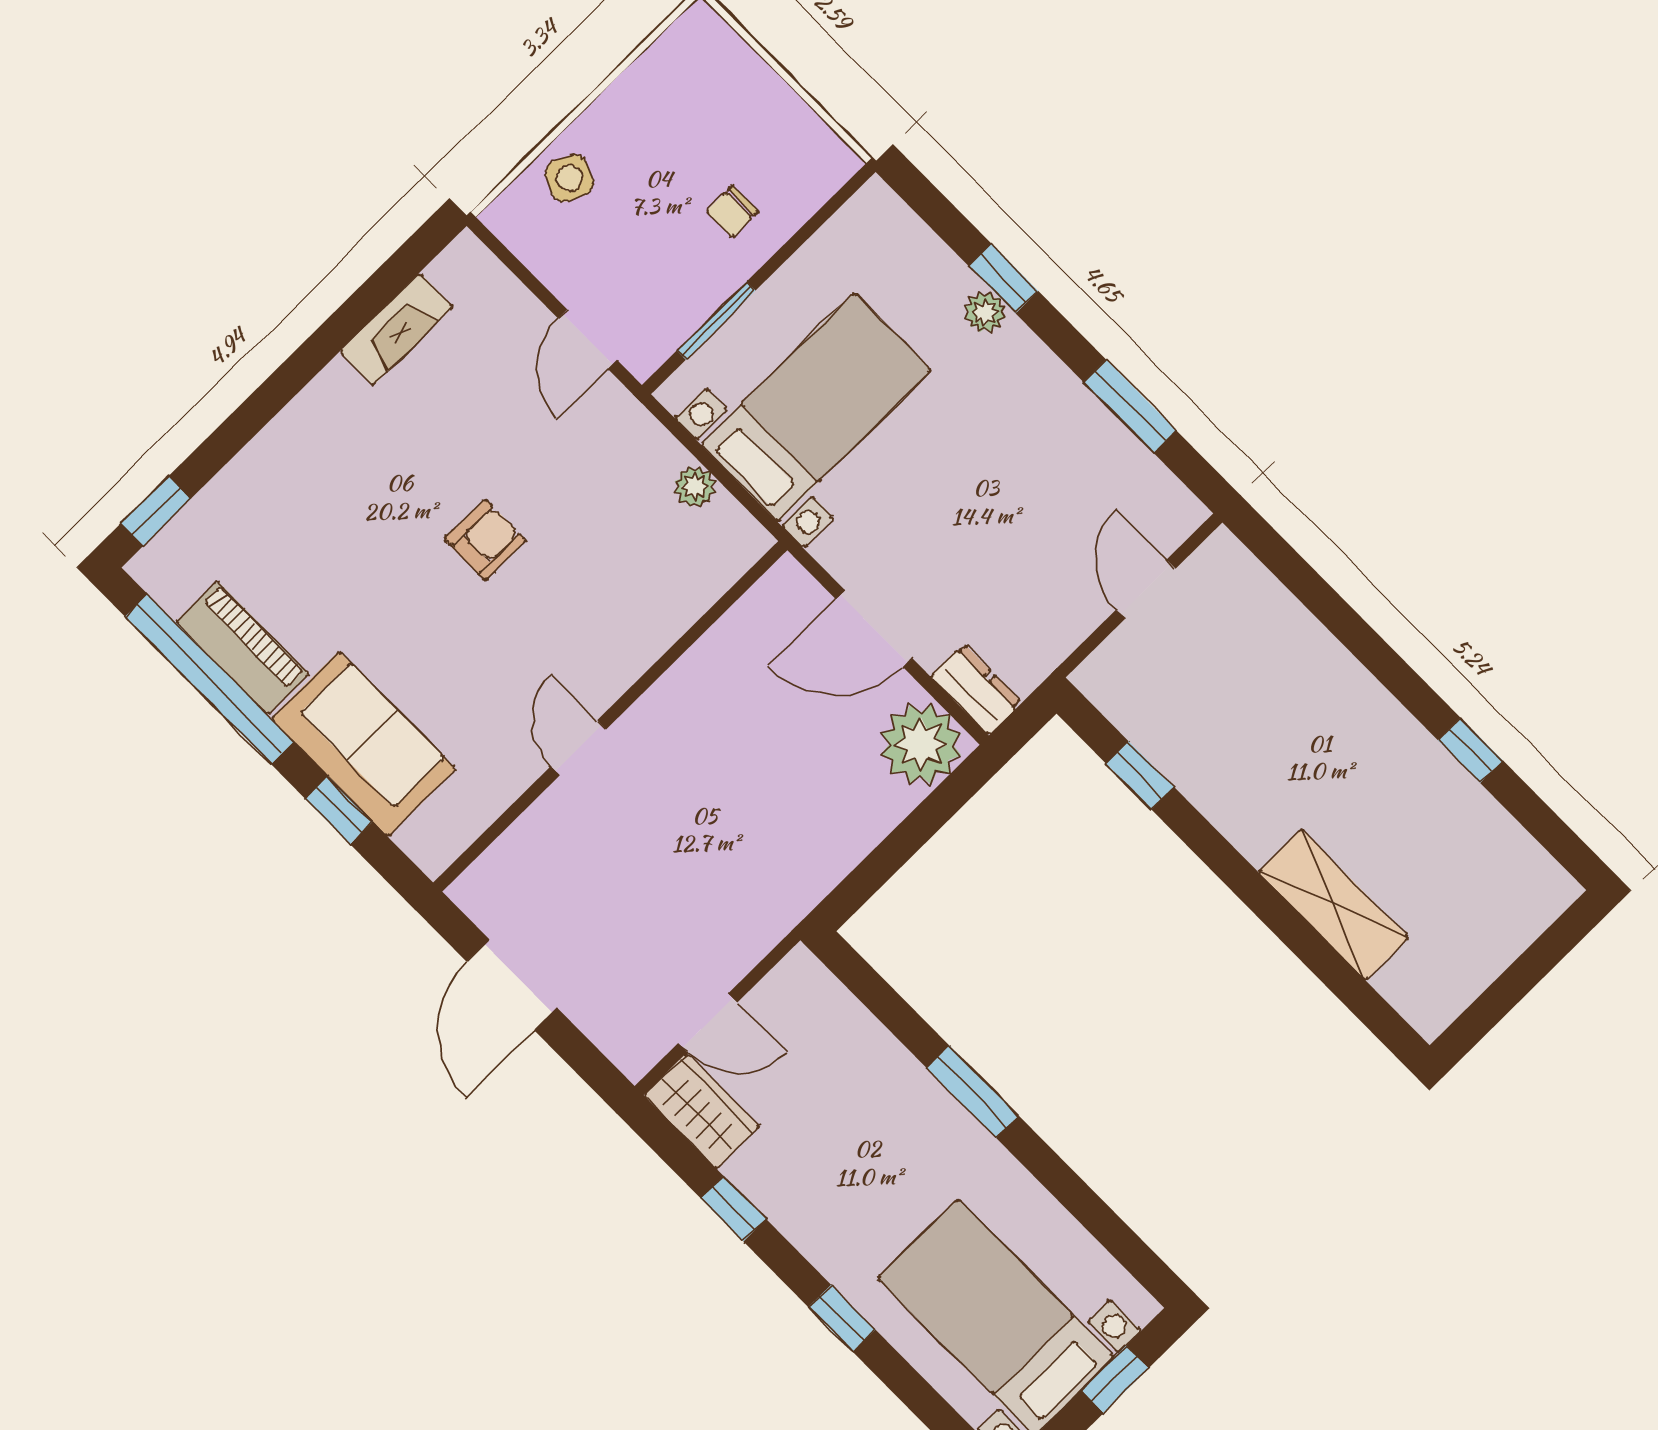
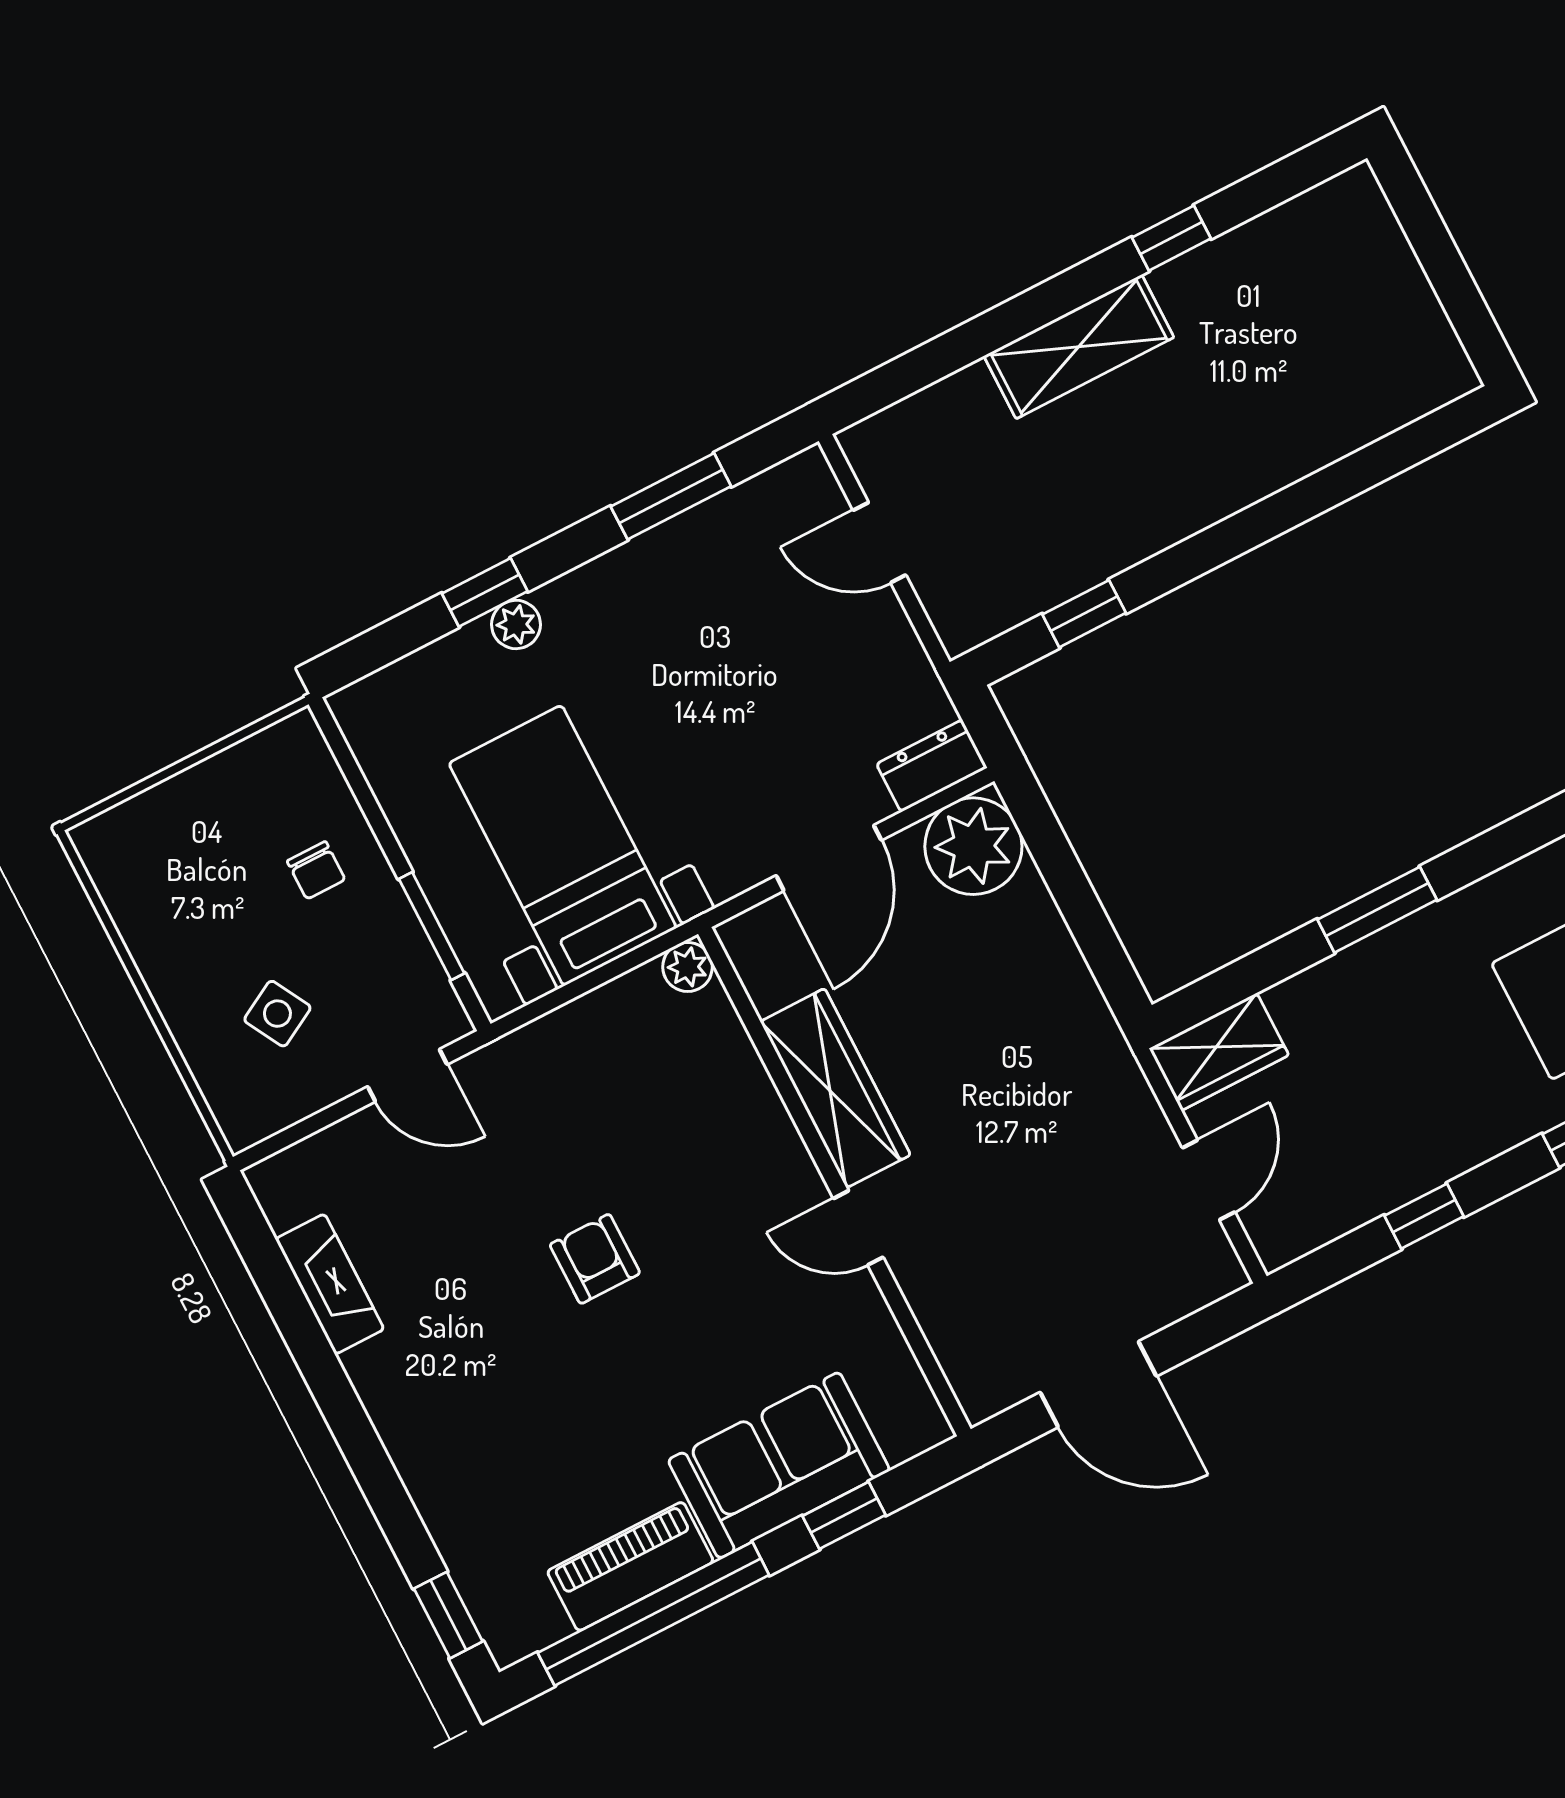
side table: (570, 178) -> (277, 1014), moved, turned 35
plant: (695, 487) -> (688, 967), moved
wardrobe: (687, 693) -> (835, 1088), added
shelving: (1333, 905) -> (1079, 347), moved
wardrobe: (702, 1111) -> (1219, 1052), moved, turned 180

